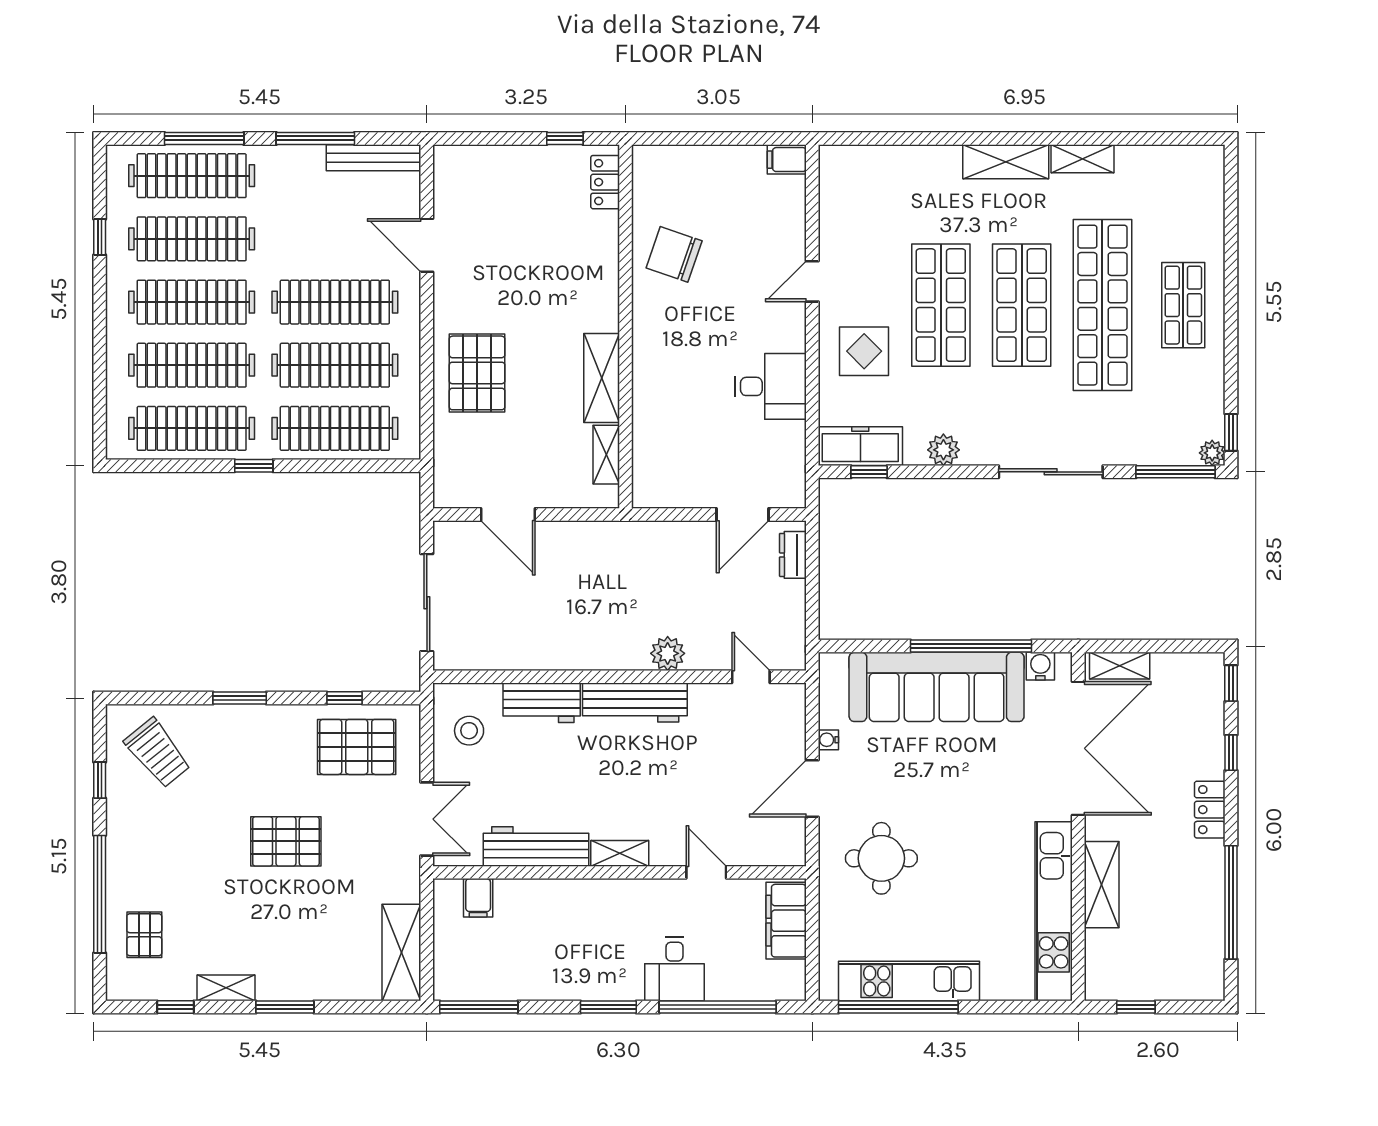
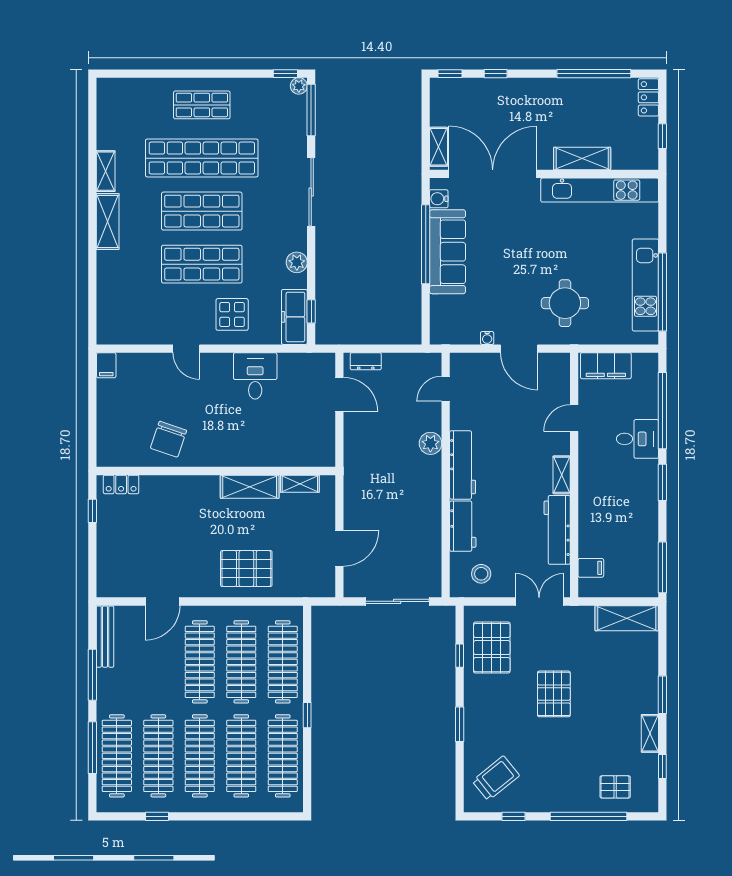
sofa: (937, 687) -> (448, 252), width x0.74, depth x0.79
locker: (1210, 810) -> (648, 97), moved, turned 90

